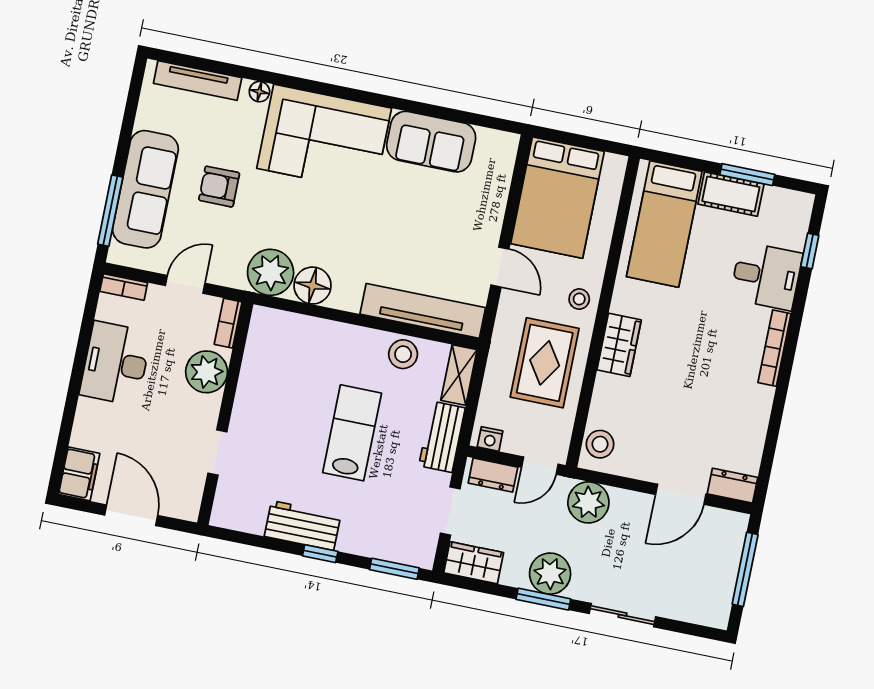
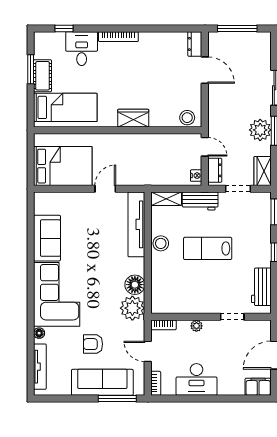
armchair: (219, 187) -> (93, 344), turned 90
stool: (579, 299) -> (114, 144), removed
stool: (403, 354) -> (161, 243), moved
rug: (545, 363) -> (151, 155), removed
plant: (207, 372) -> (196, 326), width x0.53, depth x0.53
plant: (588, 502) -> (219, 117), removed
workbench: (303, 525) -> (261, 287), moved

